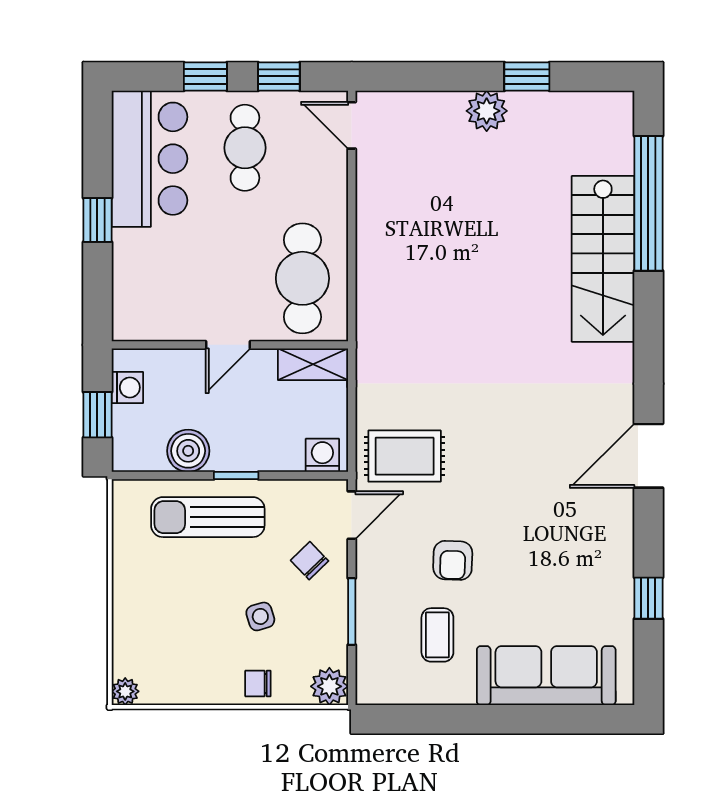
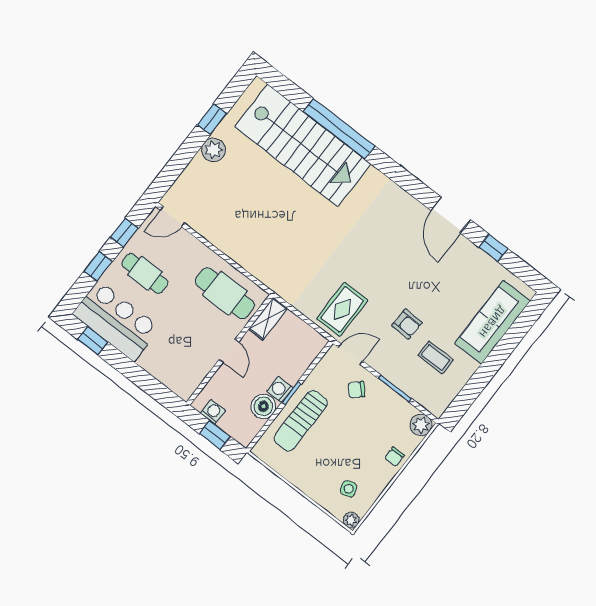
window: (648, 203) -> (339, 129), moved
window: (97, 220) -> (93, 341), moved
stairs: (603, 259) -> (303, 145), width x1.36, depth x1.51
washing machine: (322, 455) -> (280, 389), moved
door: (648, 456) -> (451, 215), moved
door: (352, 515) -> (351, 354), hinge flipped
side table: (260, 616) -> (349, 489), moved

